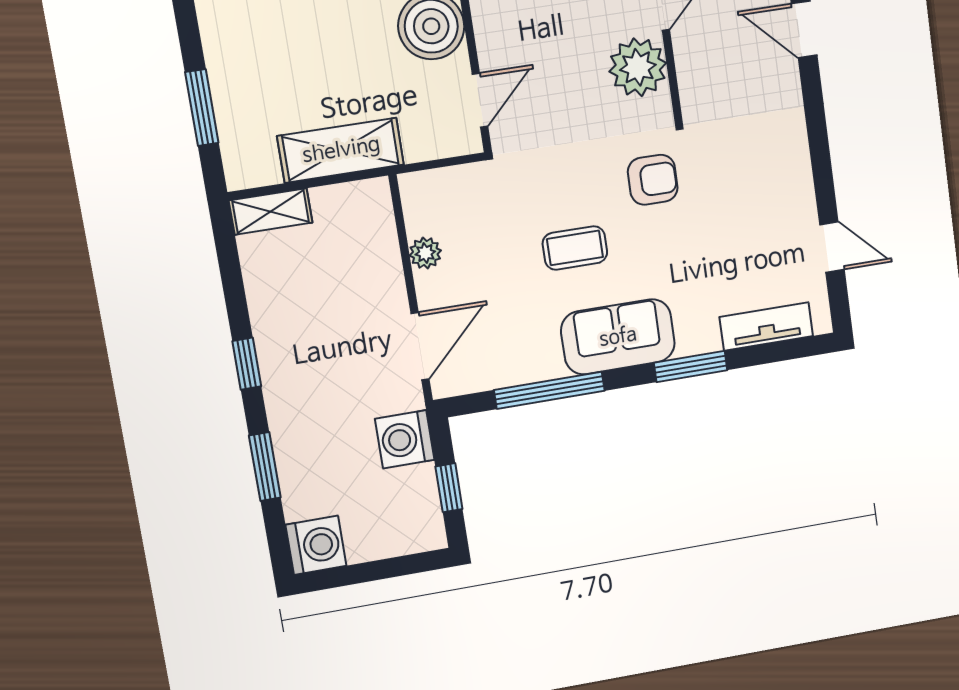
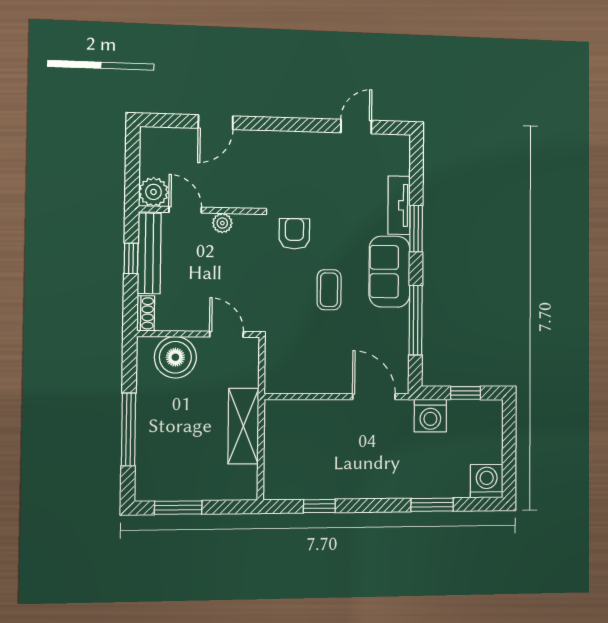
plant: (638, 67) -> (222, 223), width x0.53, depth x0.53
window: (202, 108) -> (178, 508), moved
shelving: (271, 212) -> (274, 475), removed
plant: (425, 253) -> (316, 384), removed
tv unit: (766, 326) -> (399, 205), moved
window: (247, 364) -> (319, 506), moved

